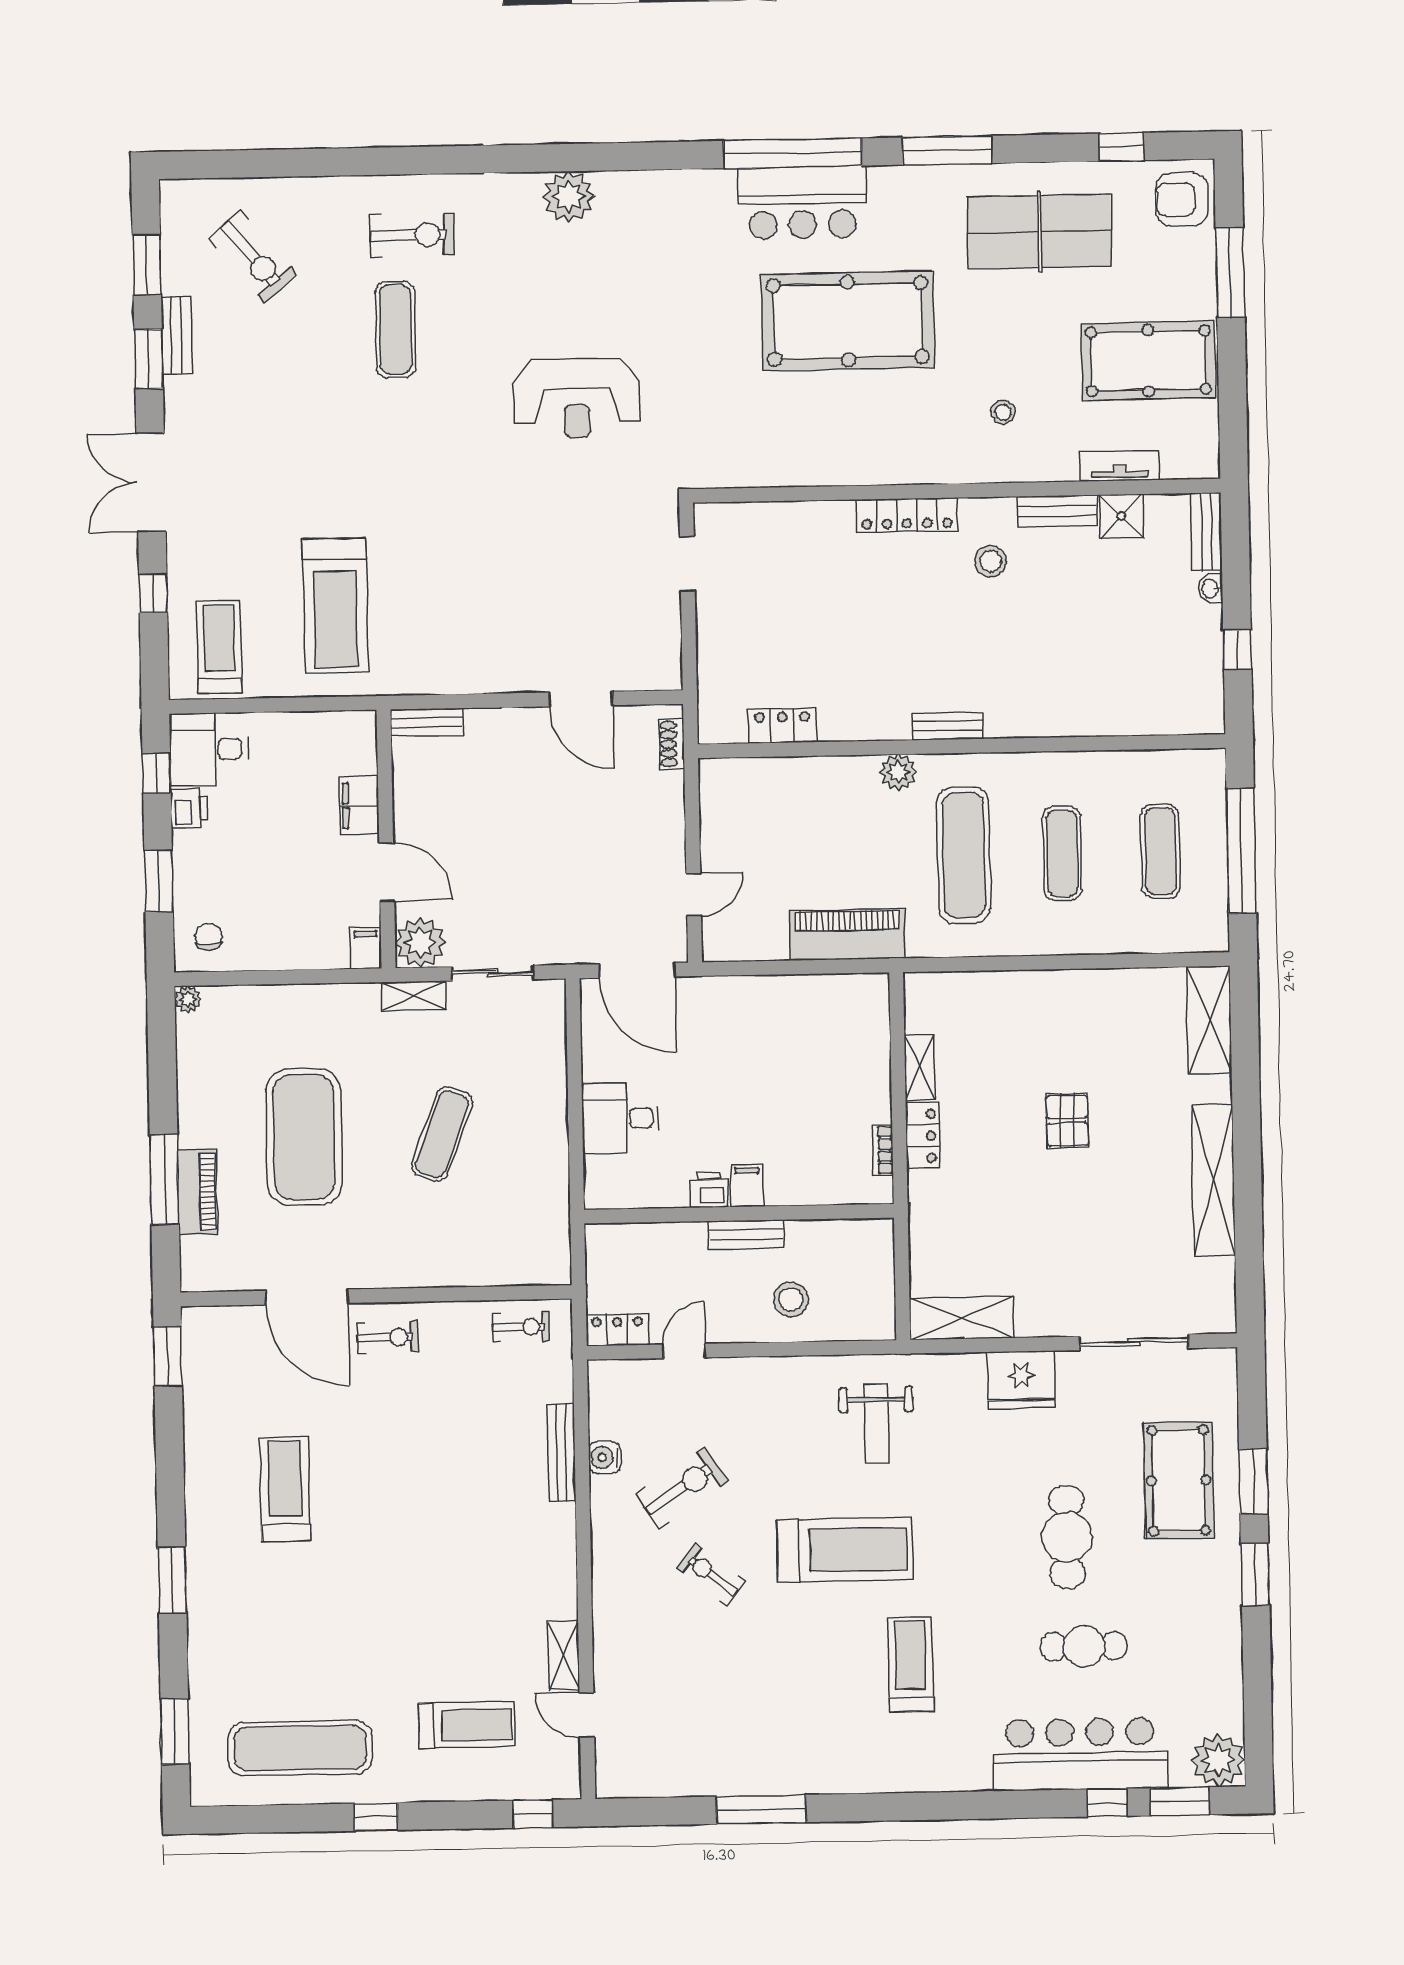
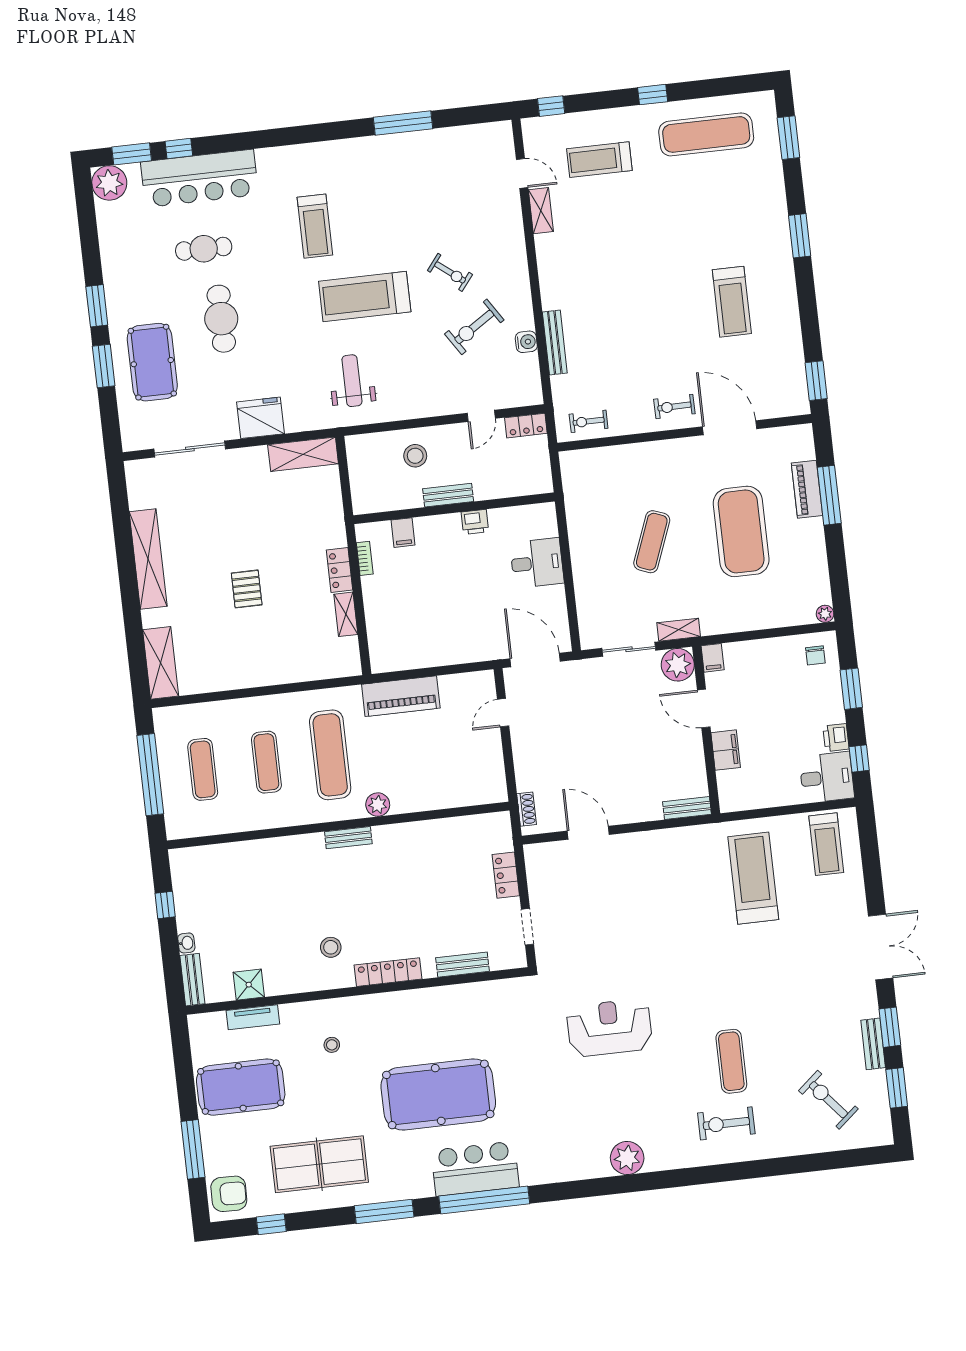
bench: (1057, 511) -> (463, 965), moved
window: (153, 593) -> (872, 875), removed
locker: (782, 726) -> (506, 875), moved, turned 90
filing cabinet: (747, 1185) -> (403, 533), moved

